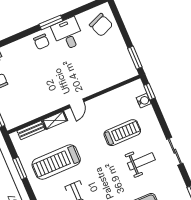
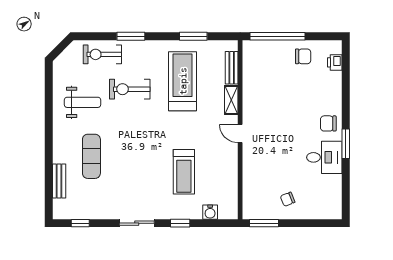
chair: (101, 25) -> (288, 199), moved, width x0.54, depth x0.54
window: (149, 92) -> (180, 223), moved
weight bench: (141, 161) -> (141, 180), removed

